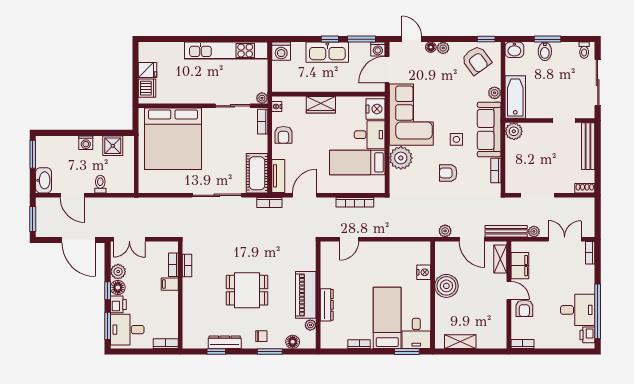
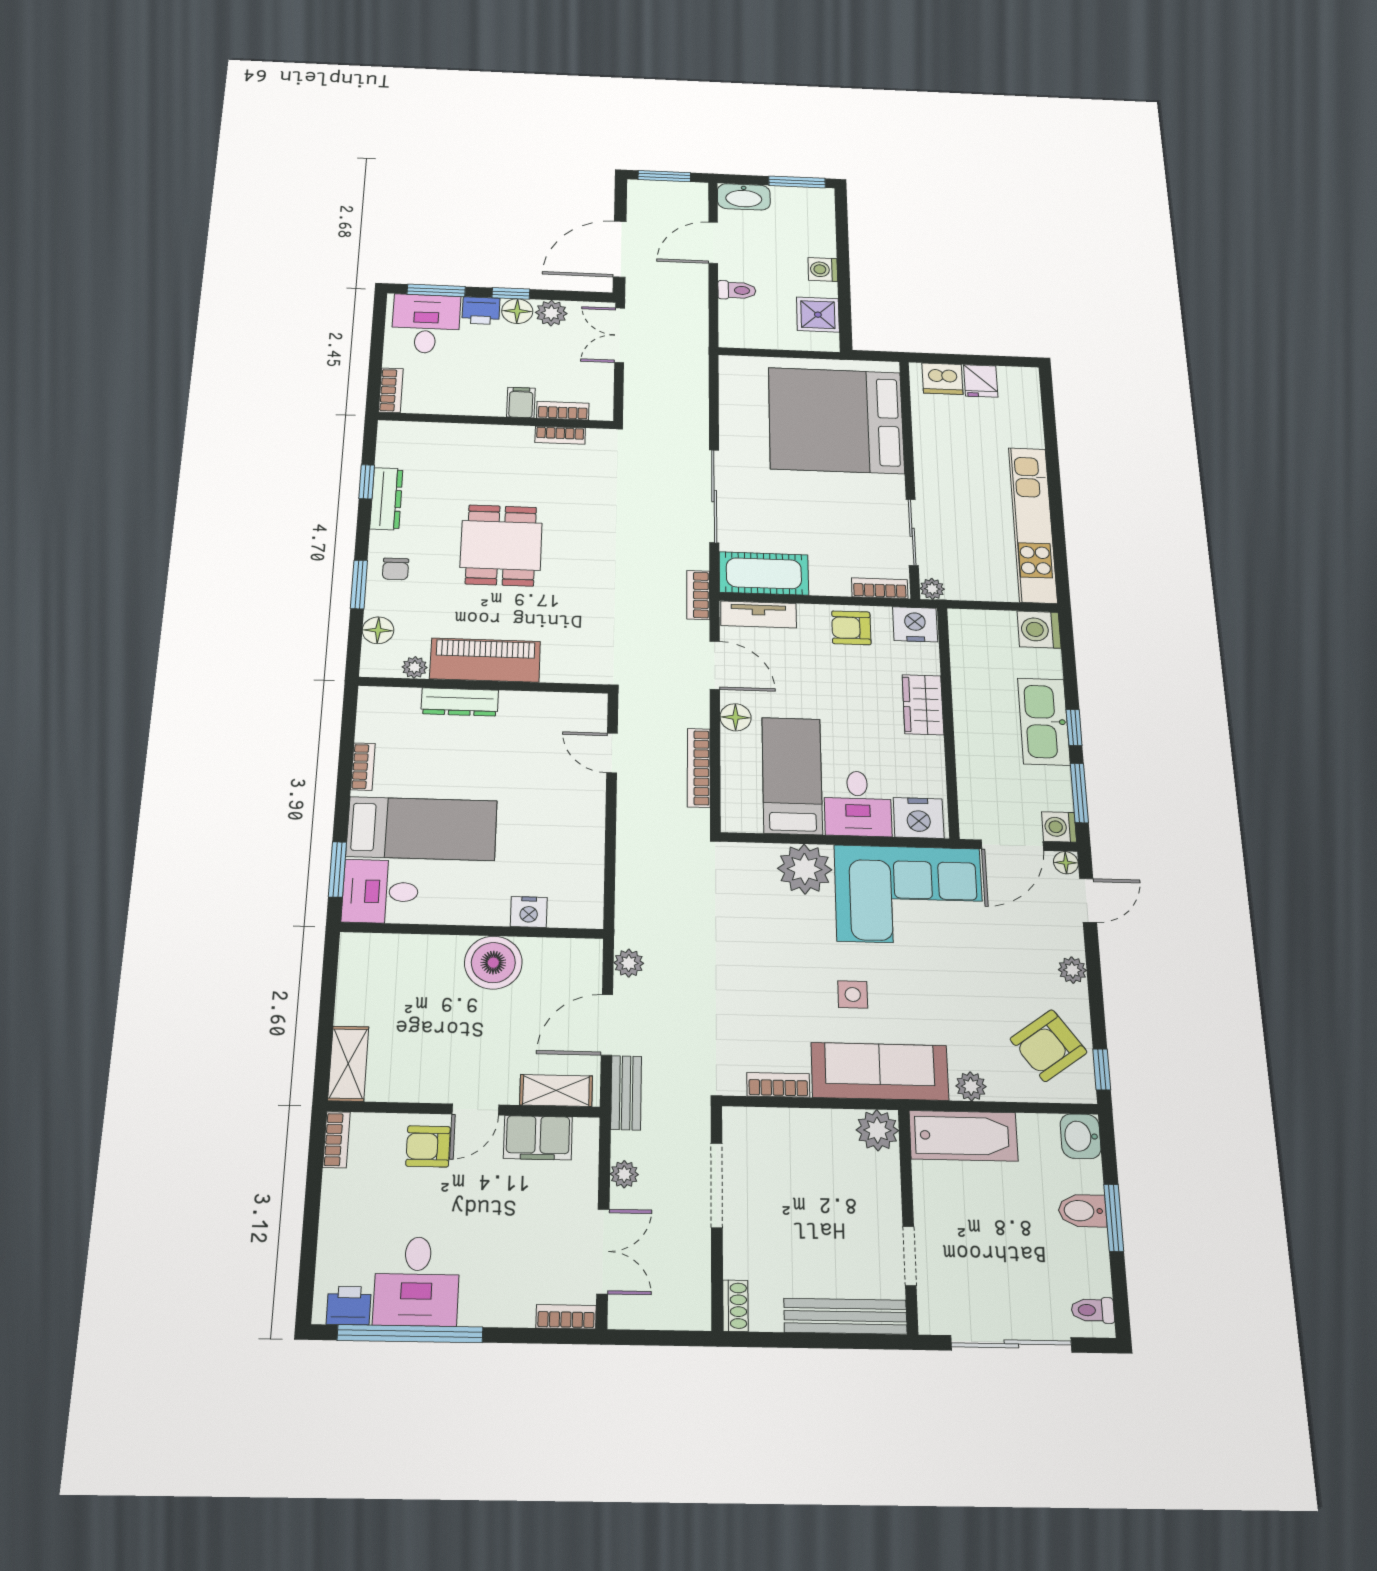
floor lamp: (431, 47) -> (1066, 863), moved
door: (387, 70) -> (1012, 845), swing flipped
nightstand: (277, 107) -> (915, 624), width x1.89, depth x1.79
armchair: (448, 173) -> (770, 974), removed
floor lamp: (330, 186) -> (736, 717), added
bench: (506, 231) -> (626, 1093), width x0.73
shelving: (460, 342) -> (348, 1064), moved

